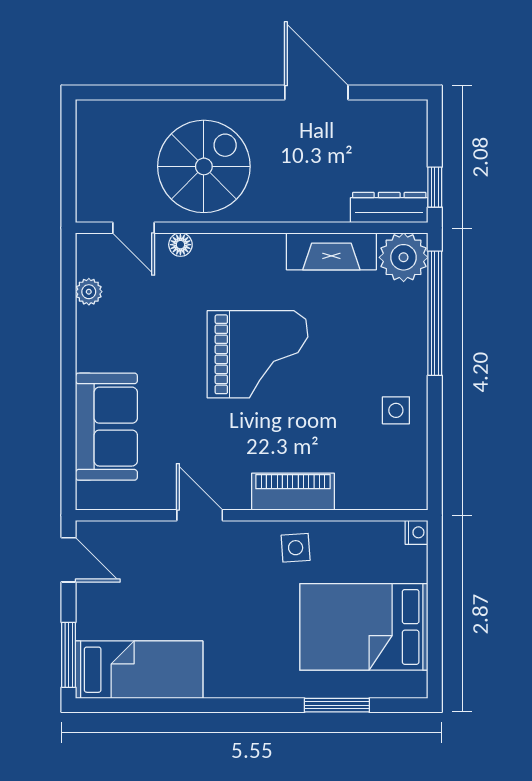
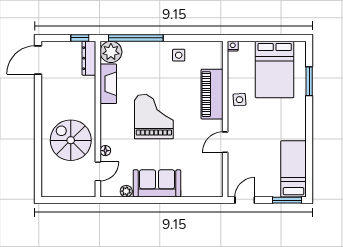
door: (316, 93) -> (38, 60), moved
sofa: (106, 427) -> (157, 183), moved
piano: (293, 492) -> (212, 94), width x1.37, depth x1.33

